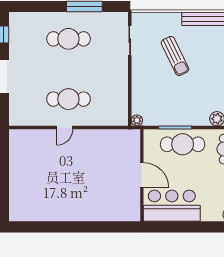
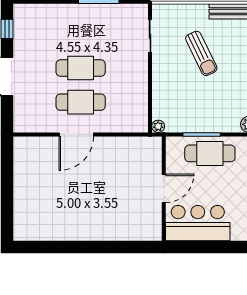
cafe table: (68, 39) -> (81, 68), moved
door: (65, 128) -> (76, 134), width x1.88
door: (142, 175) -> (164, 188), hinge flipped

